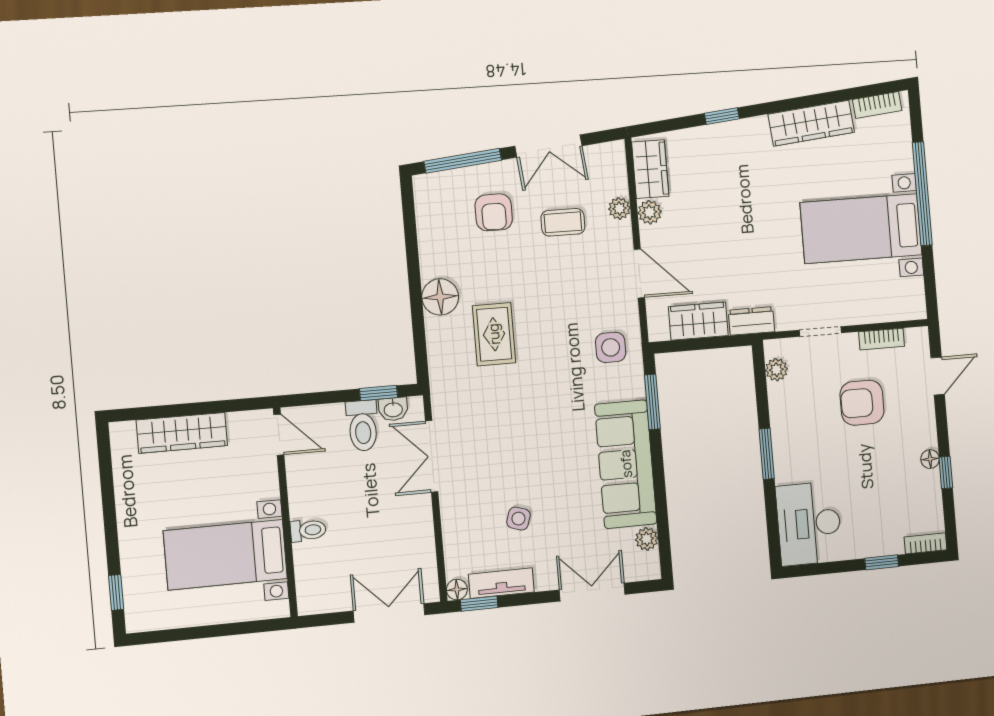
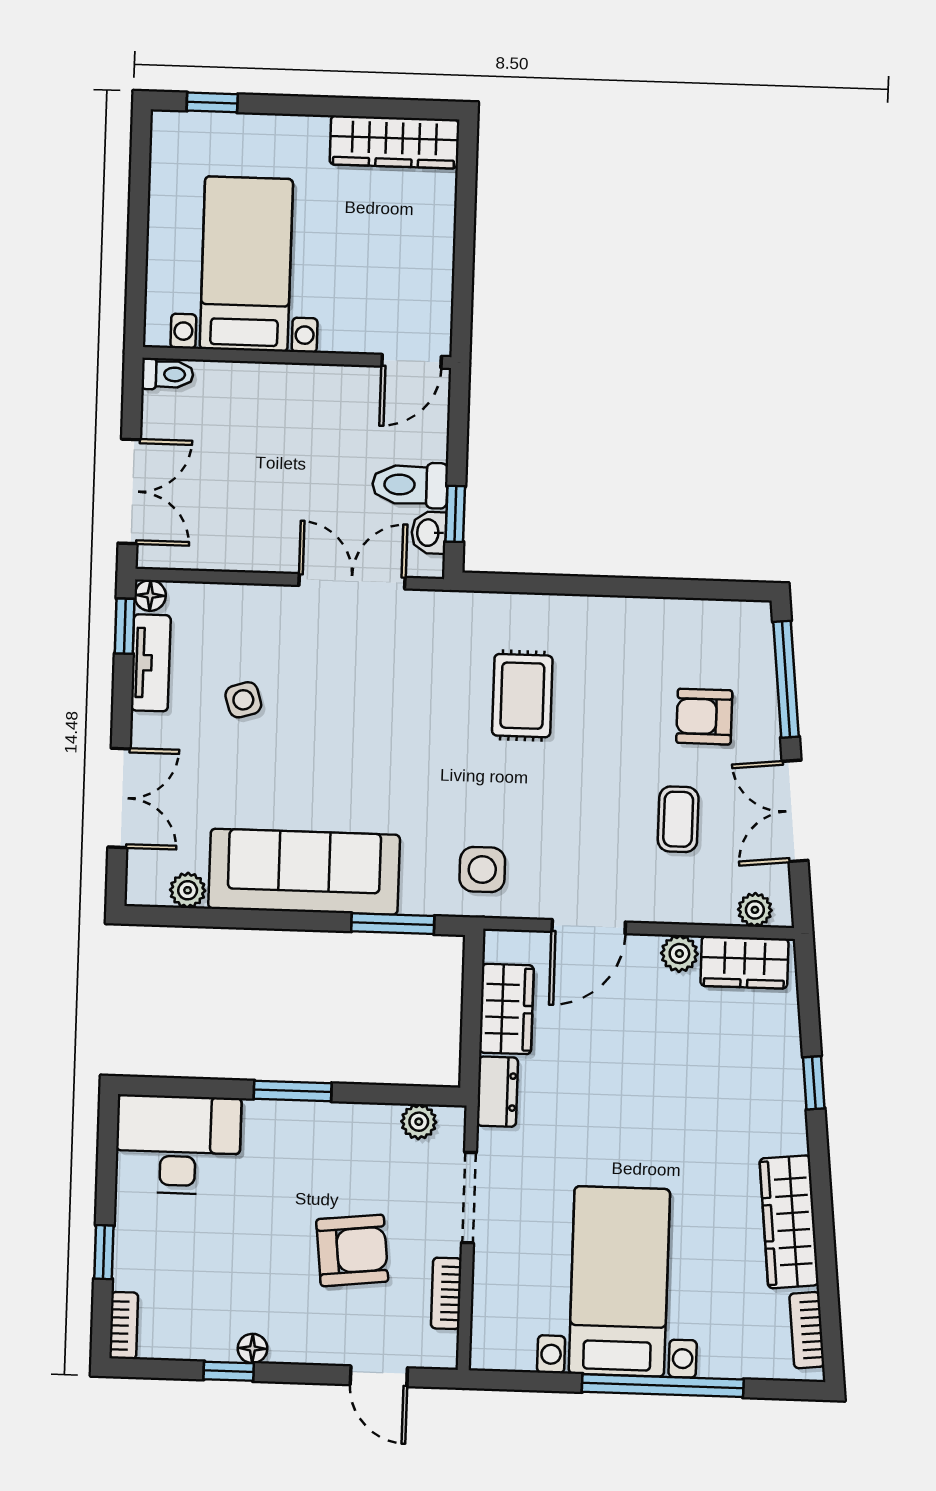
plant: (619, 208) -> (755, 910), moved
floor lamp: (440, 297) -> (587, 622), removed
doorway: (820, 331) -> (469, 1198), width x1.38
rug: (494, 334) -> (522, 696), turned 90
armchair: (862, 403) -> (352, 1250), turned 84
wardrobe: (182, 433) -> (394, 142), moved, turned -90
side table: (518, 519) -> (243, 700), turned -35
toilet: (308, 530) -> (167, 374), moved, turned -90

